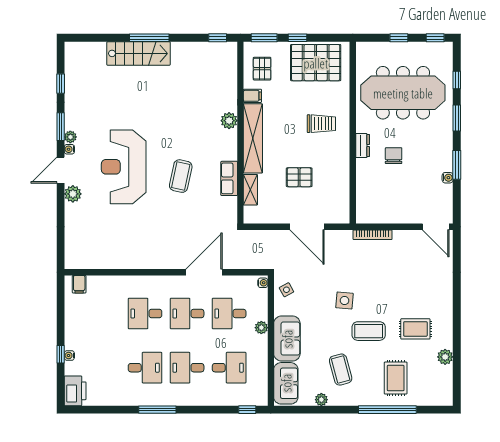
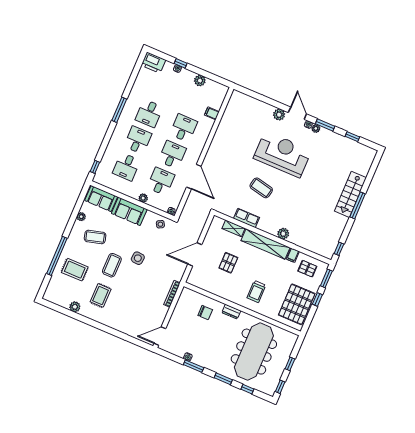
chair: (394, 156) -> (205, 313), moved
filing cabinet: (79, 284) -> (212, 113), moved
plant: (73, 319) -> (200, 81), added

